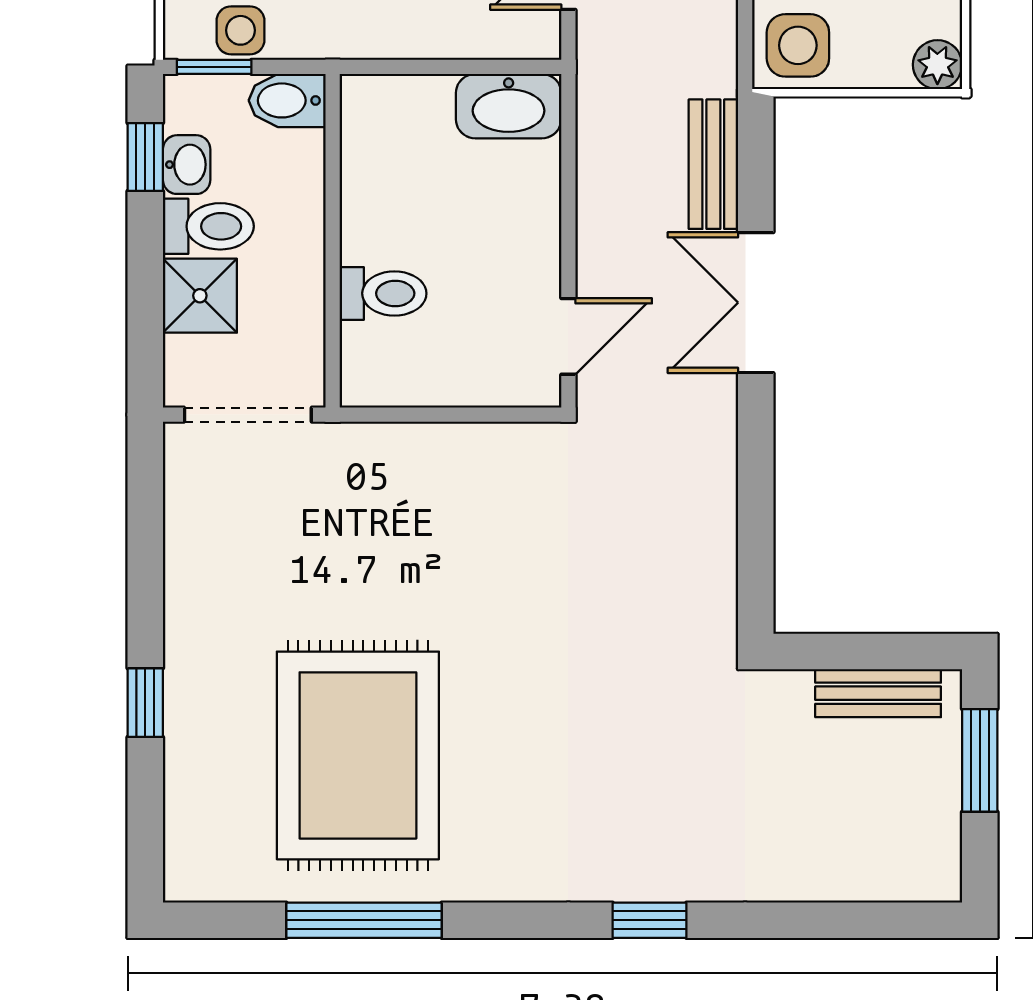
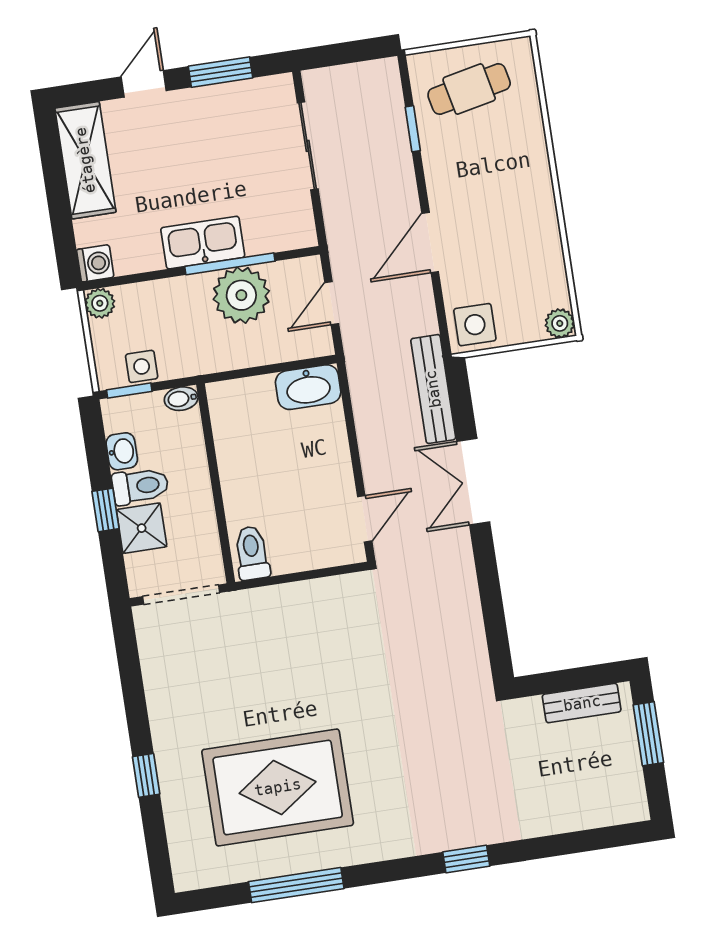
bidet: (287, 100) -> (181, 399), width x0.72, depth x0.74
window: (145, 157) -> (105, 510), moved
bench: (713, 164) -> (433, 389), width x1.36
toilet: (383, 293) -> (252, 553), moved, turned -90
rug: (358, 755) -> (278, 787), turned 90

